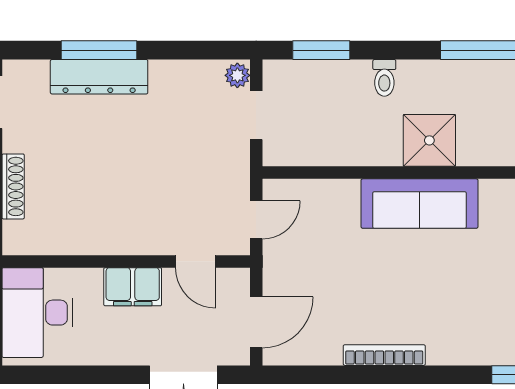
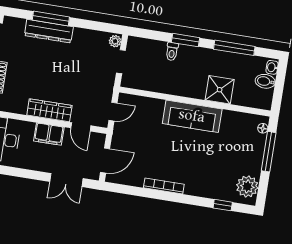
window: (321, 50) -> (185, 40), moved
toilet: (384, 78) -> (172, 51), moved
shower: (429, 140) -> (220, 90), moved
wardrobe: (126, 238) -> (49, 110), added

